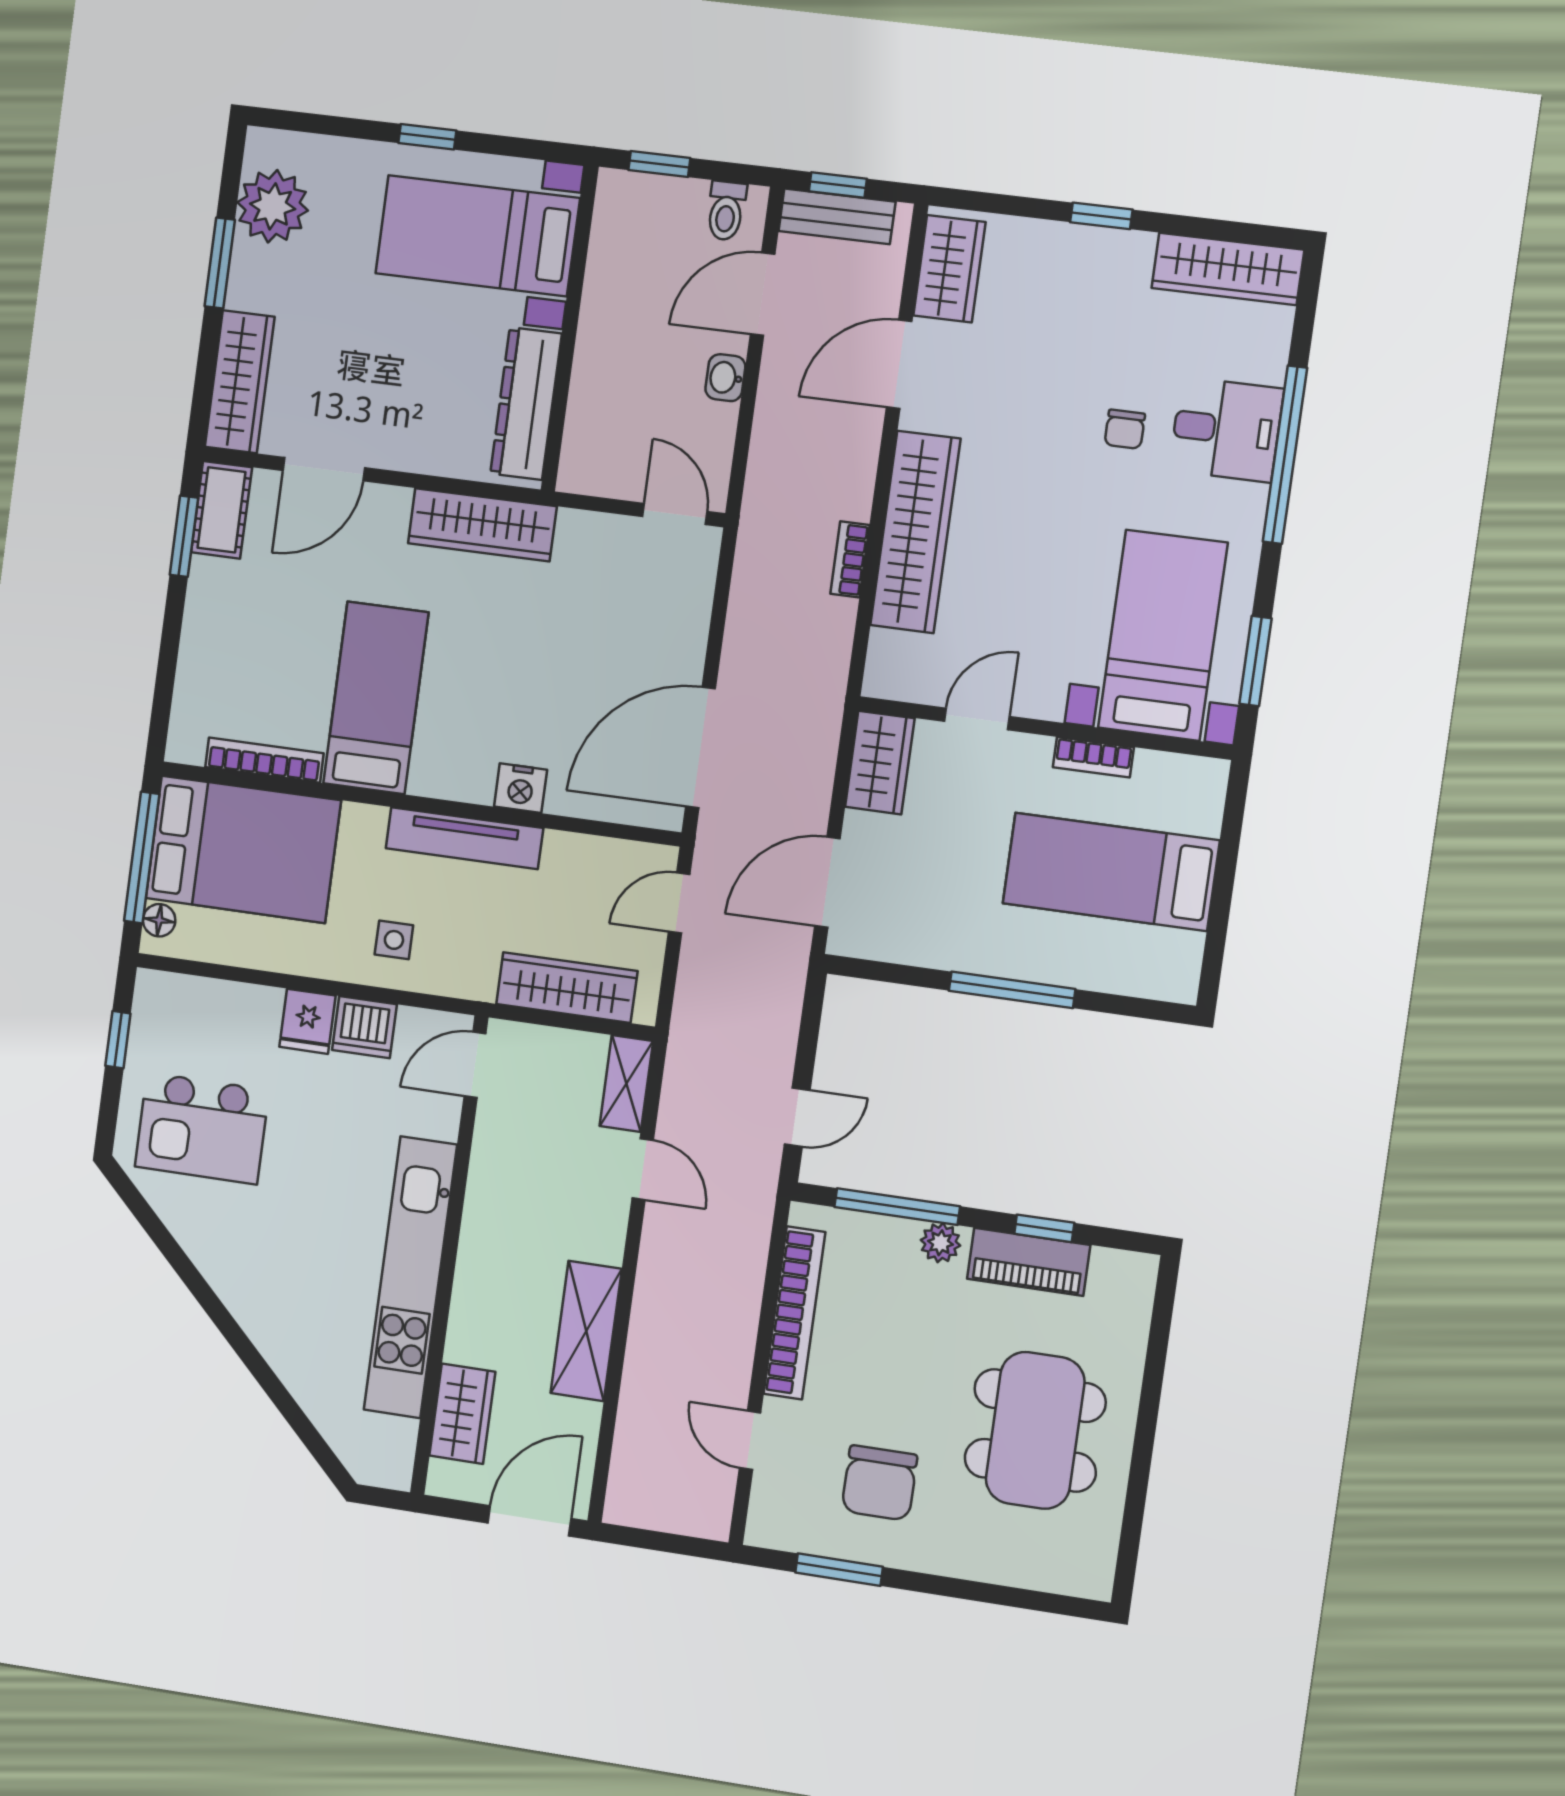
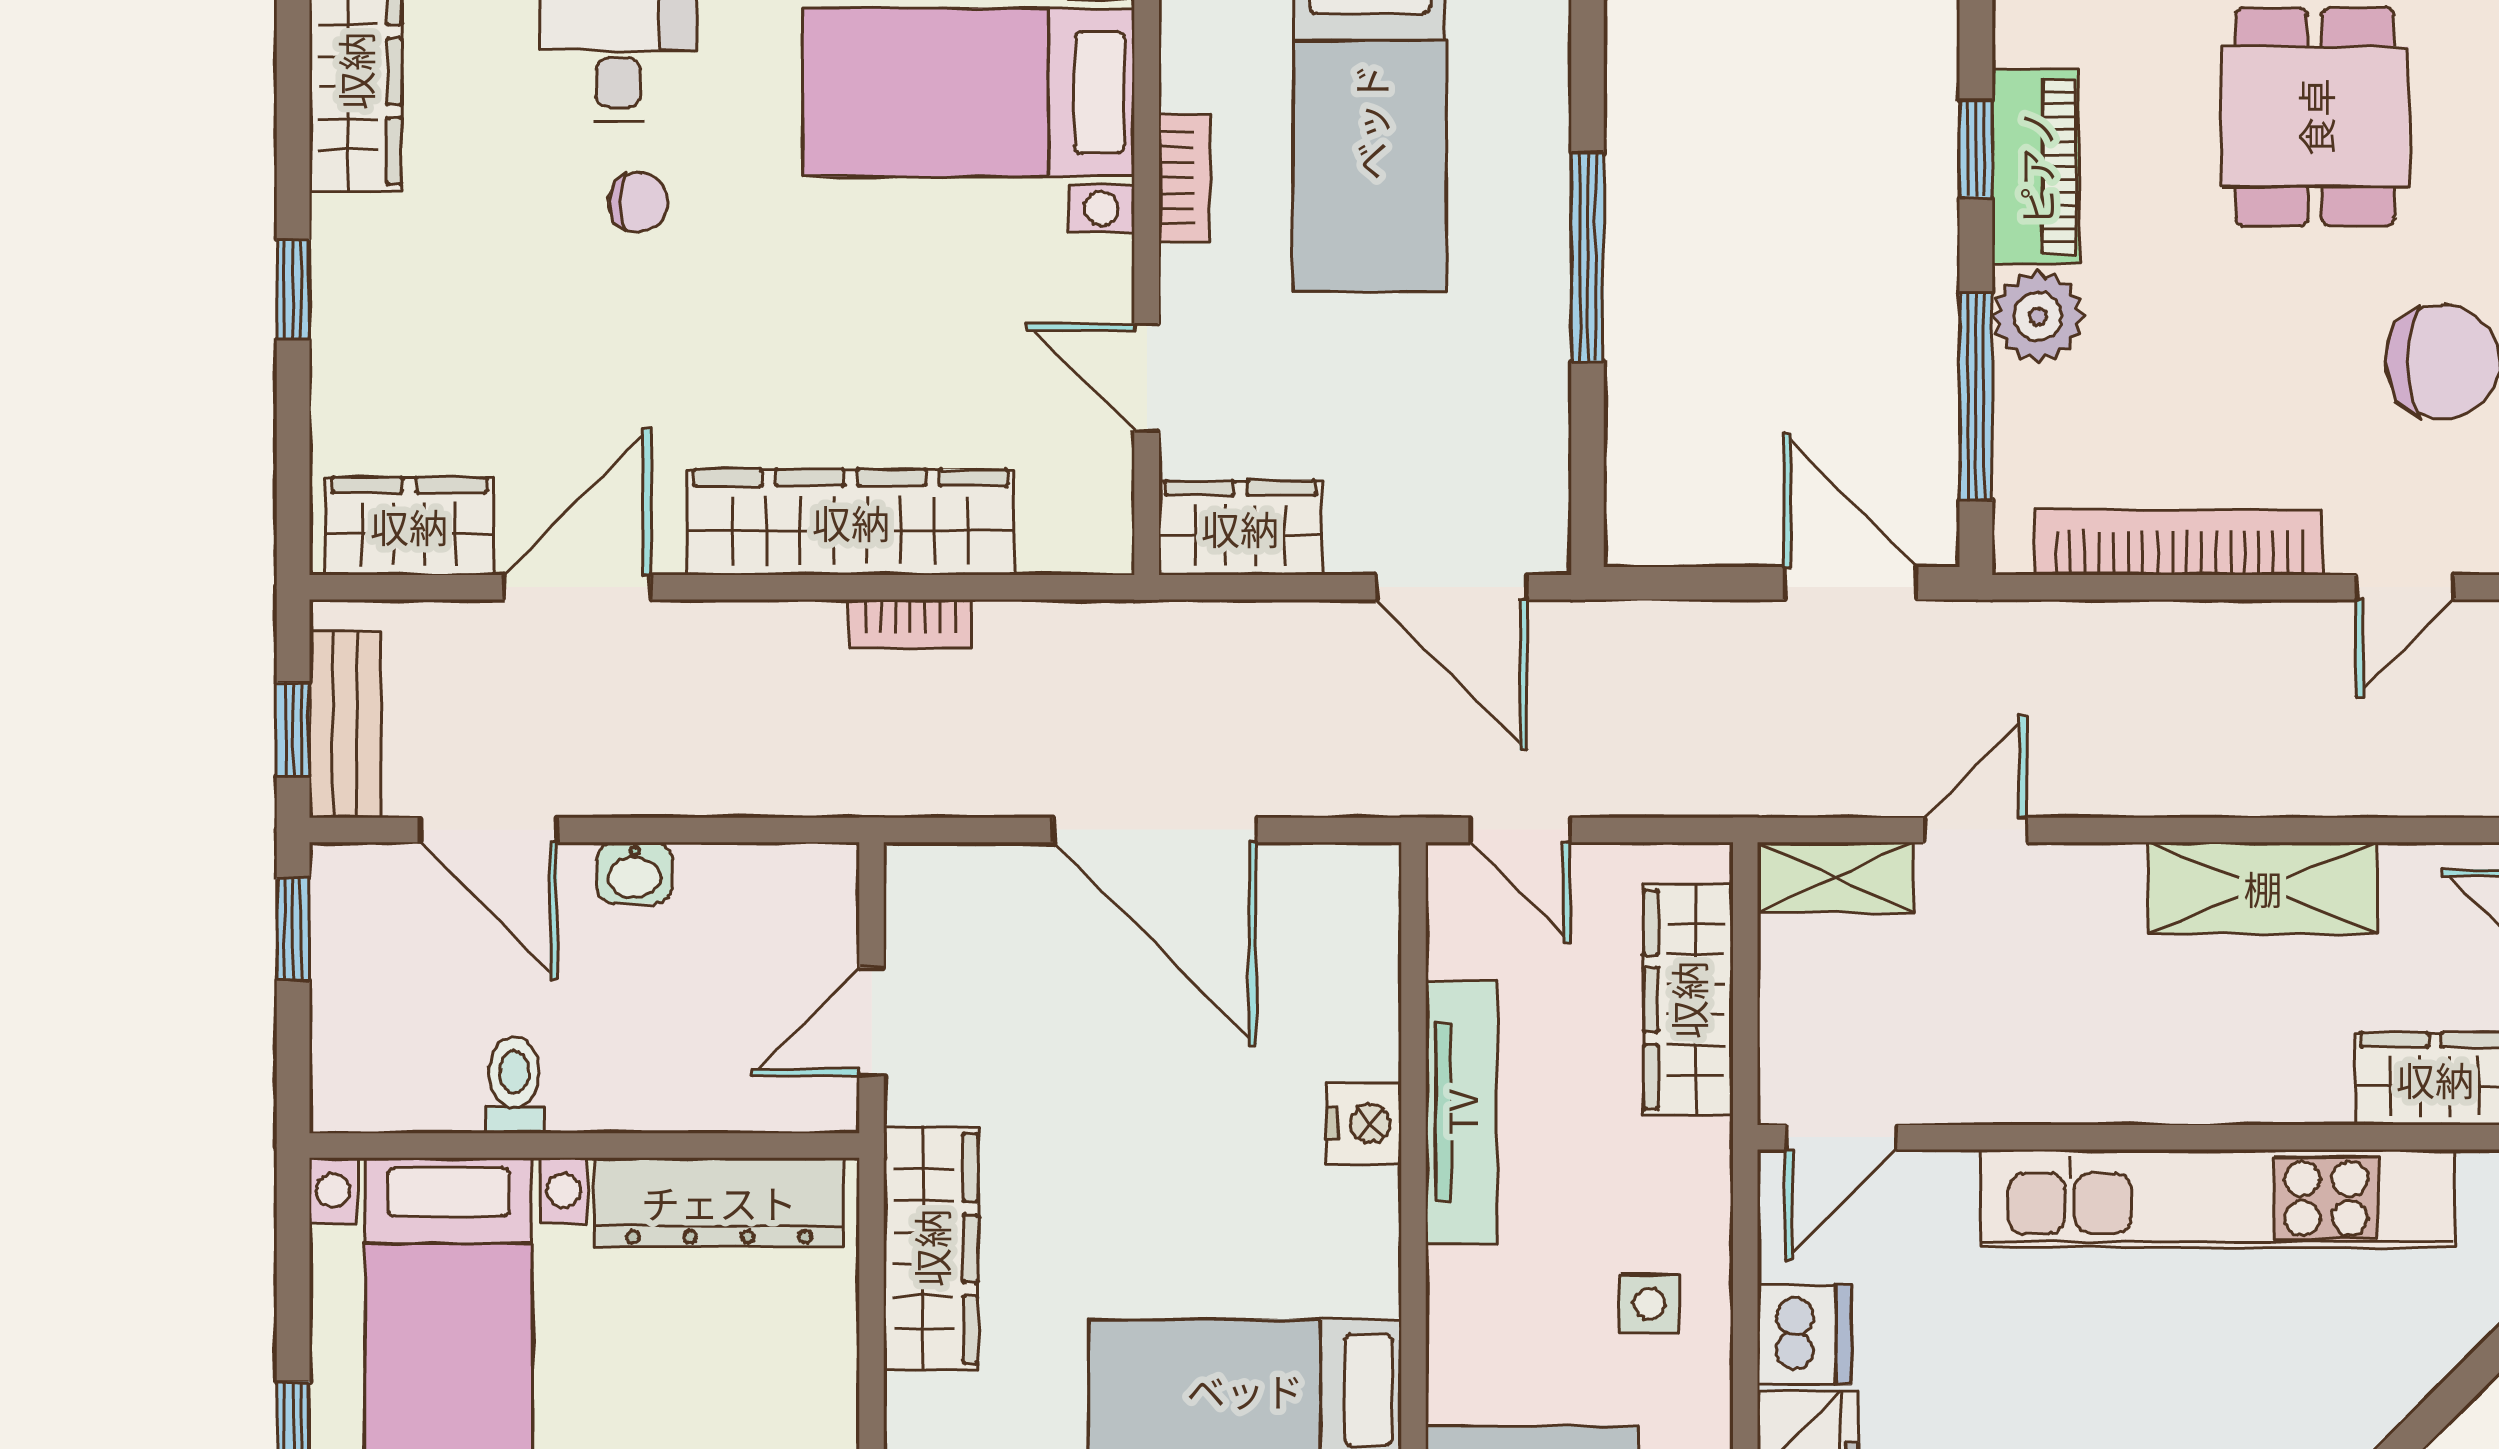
window: (659, 164) -> (293, 929), moved
toilet: (726, 211) -> (514, 1085), moved, turned -90
door: (899, 364) -> (577, 587), swing flipped
door: (675, 514) -> (872, 1022), moved
door: (700, 748) -> (1155, 830), moved
tv unit: (464, 838) -> (1461, 1112), moved
door: (475, 1065) -> (1841, 1137), hinge flipped
door: (797, 1117) -> (1851, 583), width x1.38
plant: (940, 1243) -> (2038, 316), width x1.38, depth x1.38
dining table: (1035, 1430) -> (2315, 117), width x0.73

